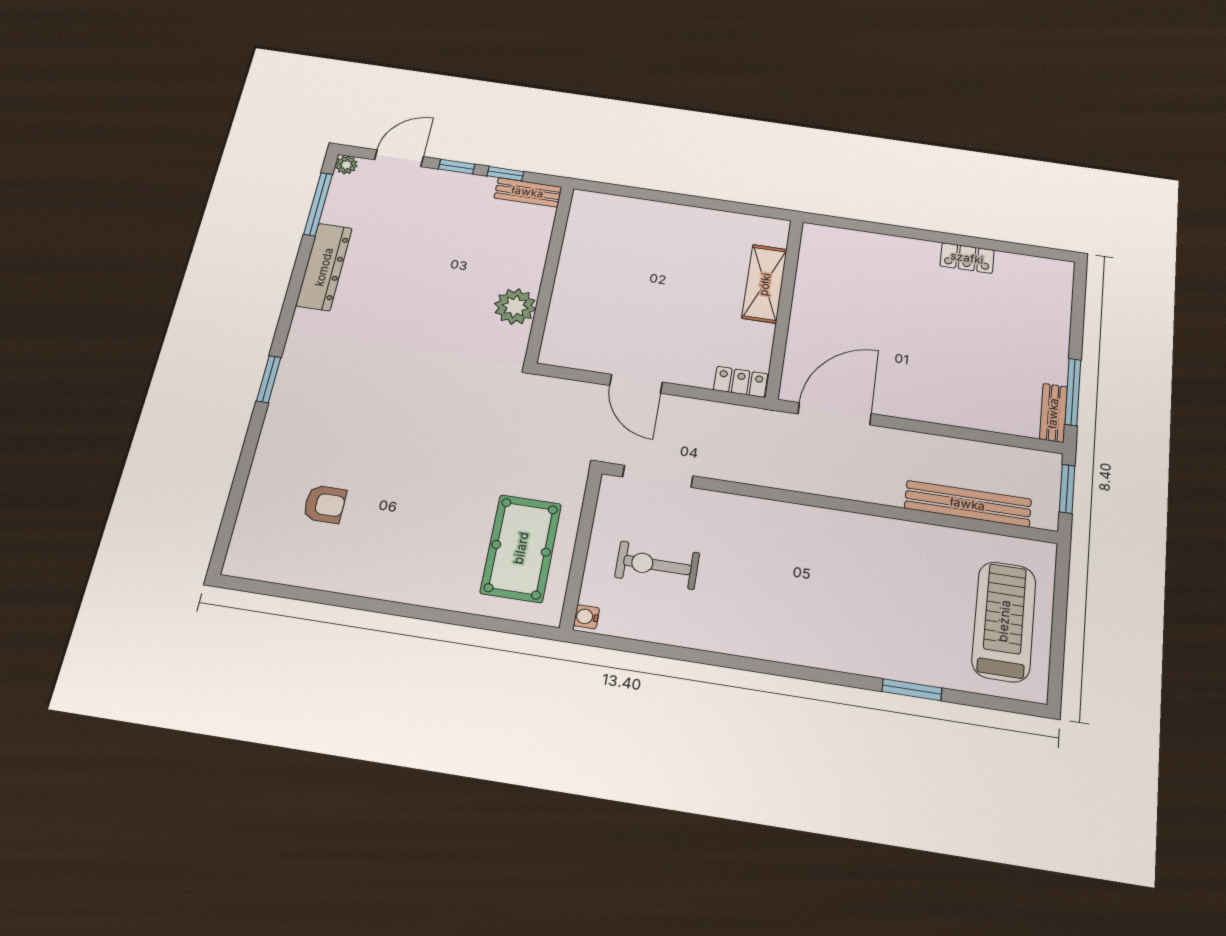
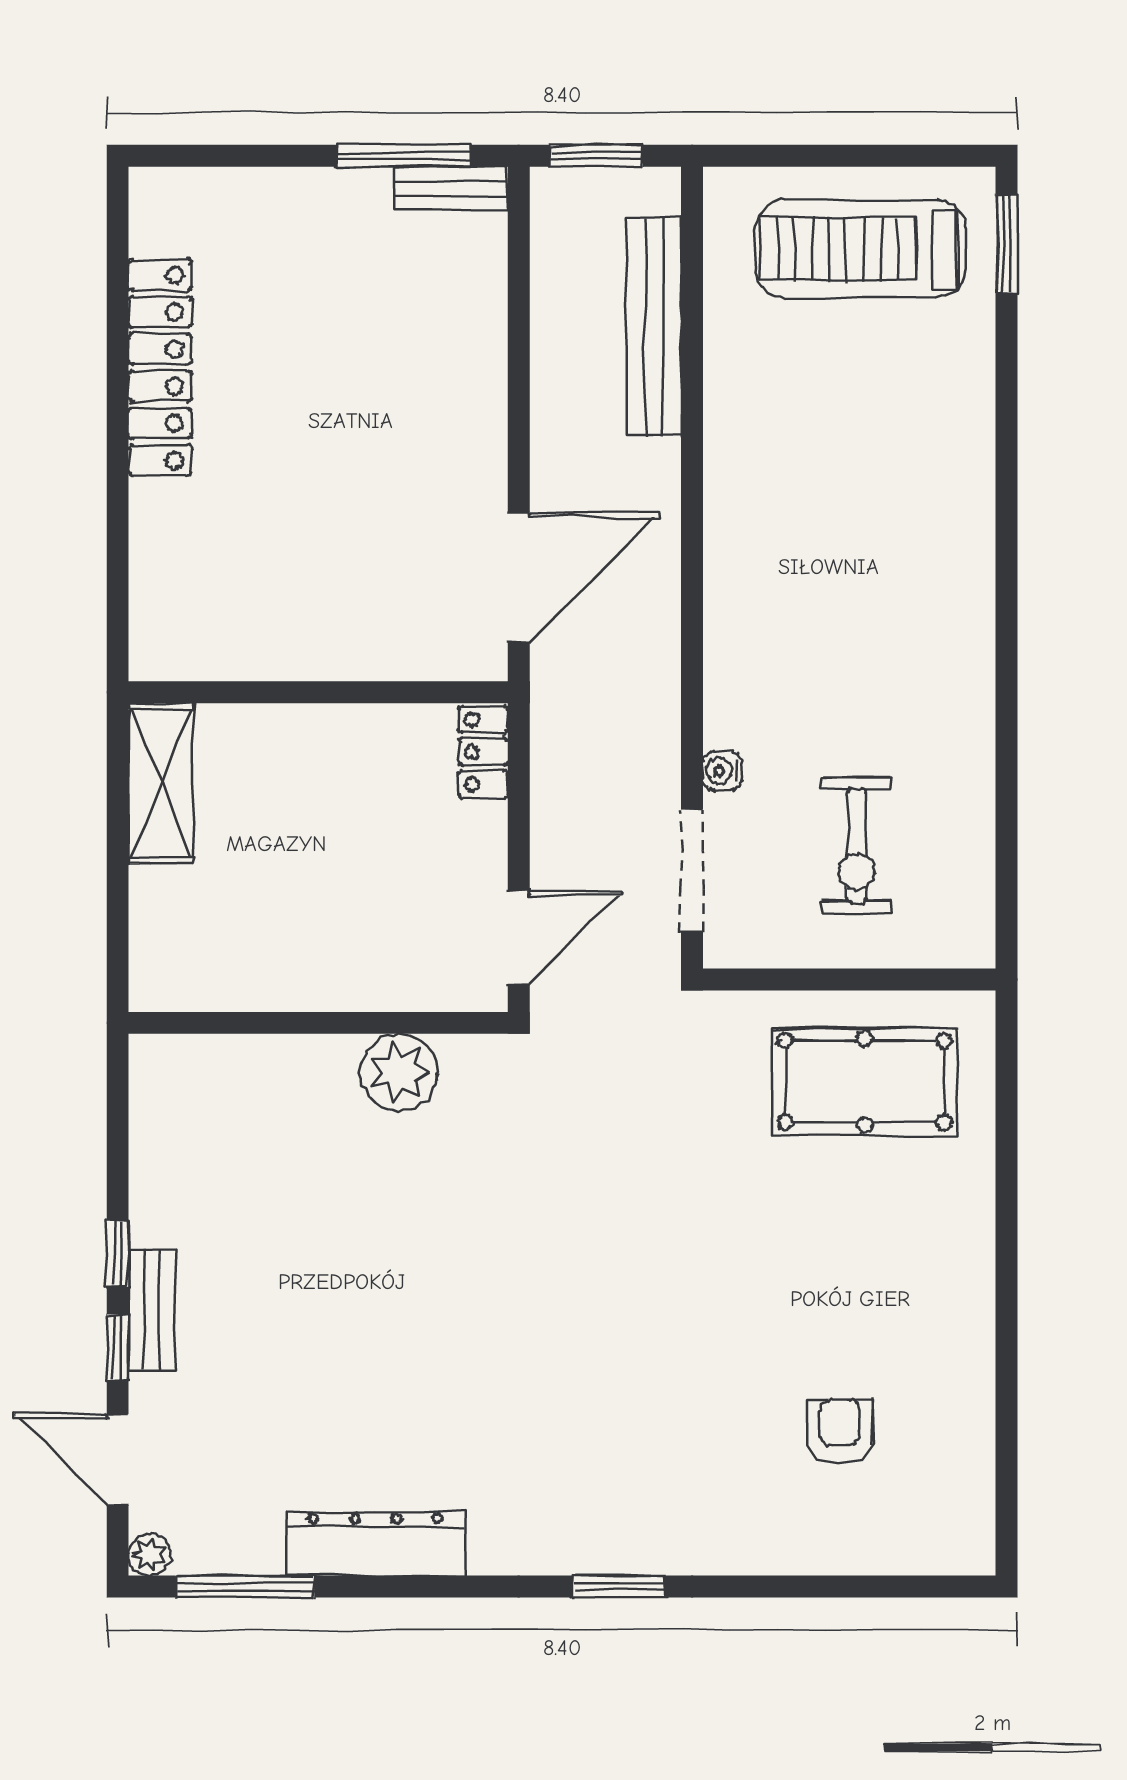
bench: (528, 192) -> (152, 1309), moved
locker: (967, 258) -> (160, 368), width x2.16, depth x1.21
wall: (550, 273) -> (318, 1023), moved
shelving: (765, 284) -> (161, 783), moved, turned 90
plant: (515, 307) -> (399, 1072), moved
door: (835, 414) -> (519, 577), swing flipped
water cooler: (586, 617) -> (722, 771), moved, turned 90
window: (912, 690) -> (1006, 244), moved

